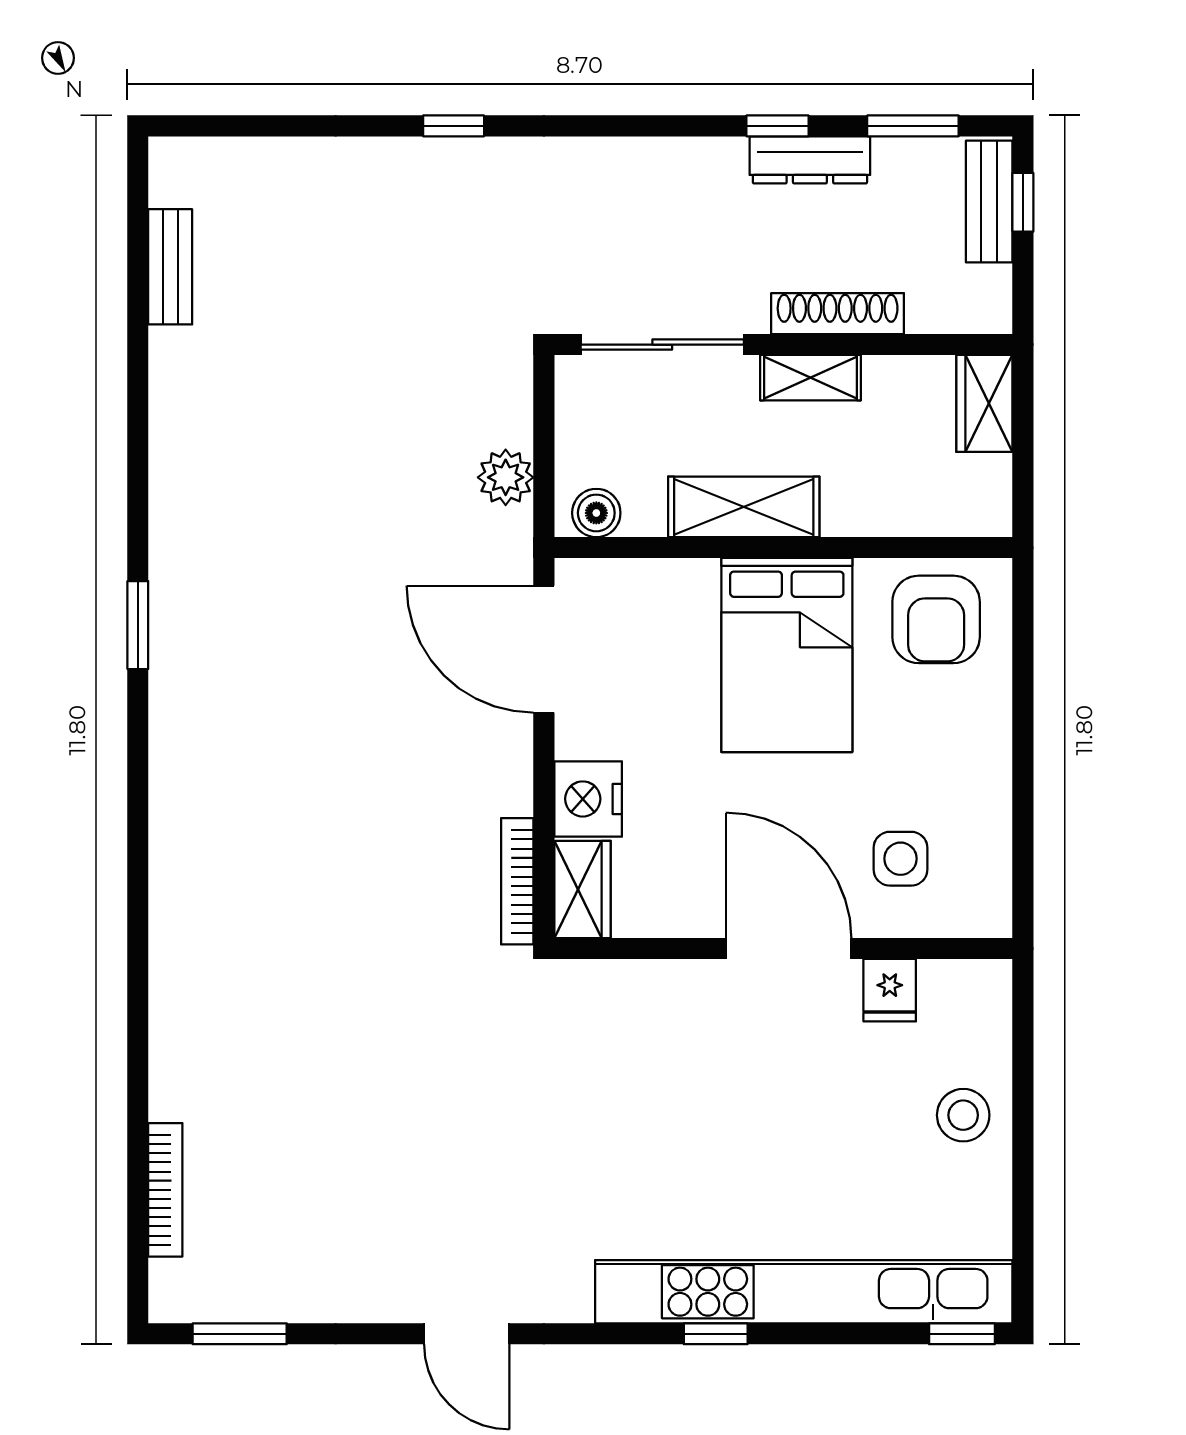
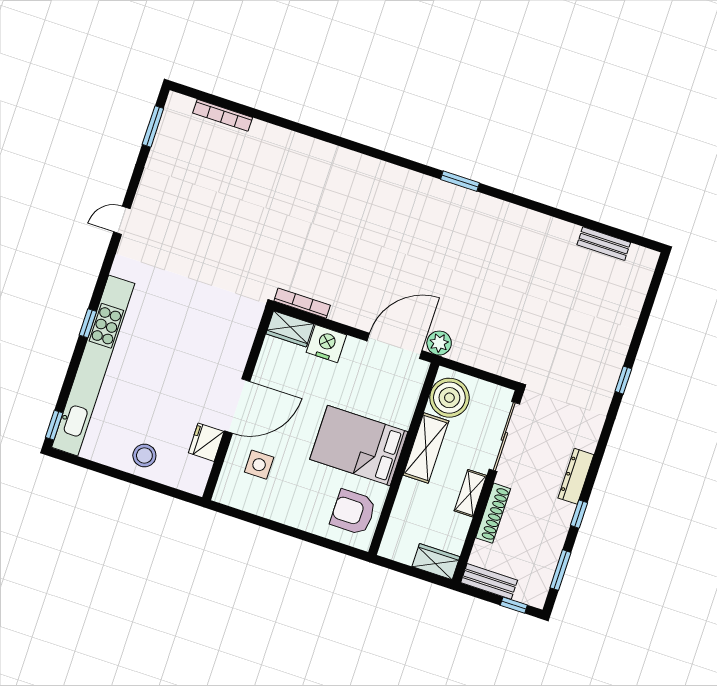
dresser: (810, 160) -> (576, 476), moved
bench: (989, 201) -> (489, 581), moved
plant: (506, 477) -> (439, 343), moved
boiler: (596, 513) -> (449, 398), width x1.86, depth x1.86
fridge: (890, 990) -> (206, 442), width x1.38
door: (467, 1334) -> (122, 220), width x0.73

